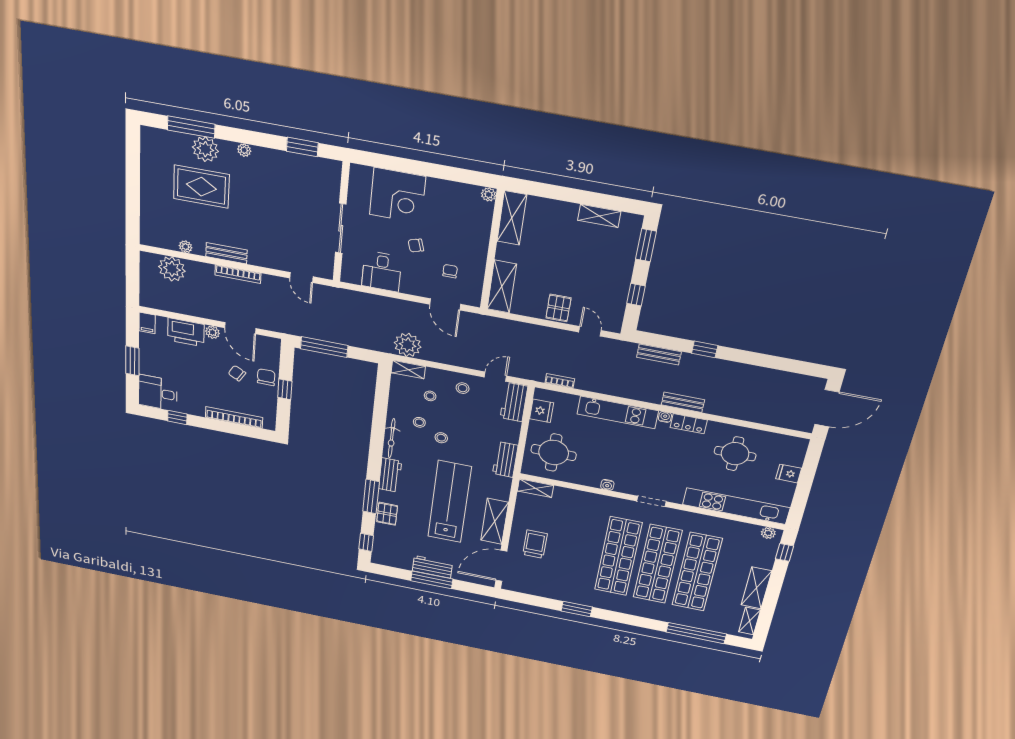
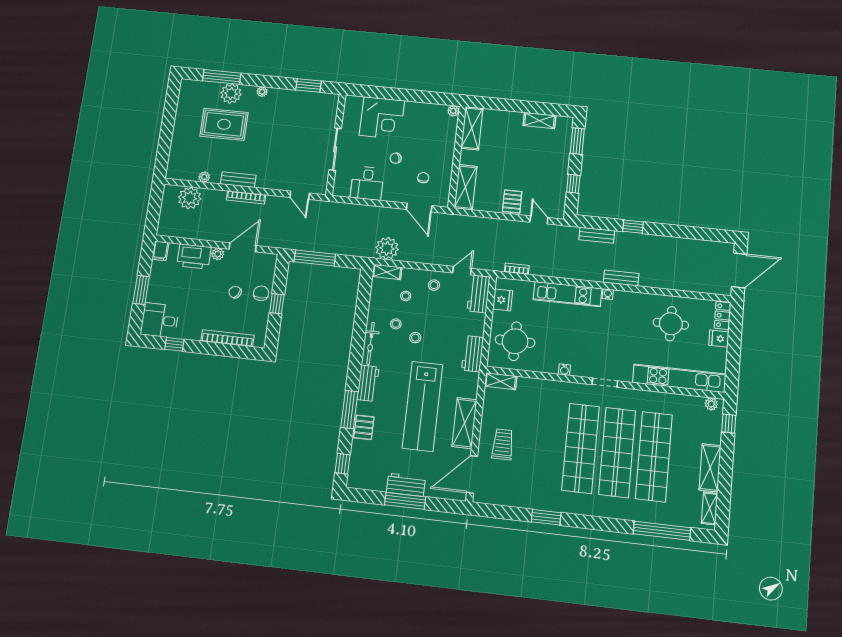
door: (240, 328) -> (243, 247), swing flipped
locker: (689, 424) -> (723, 316), moved, turned 90
lab bench: (450, 502) -> (423, 406), turned 180

